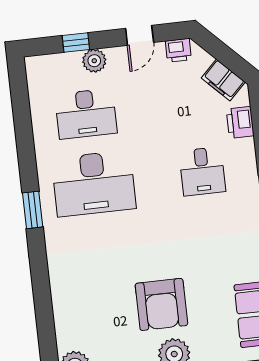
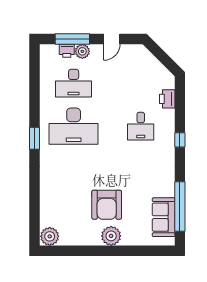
window: (76, 42) -> (72, 39), width x2.17
printer: (178, 50) -> (67, 51), moved
filing cabinet: (223, 80) -> (160, 72), removed

